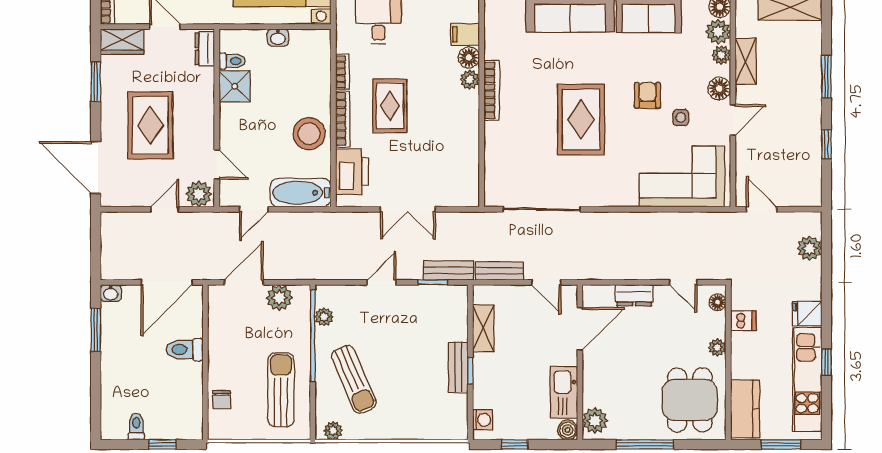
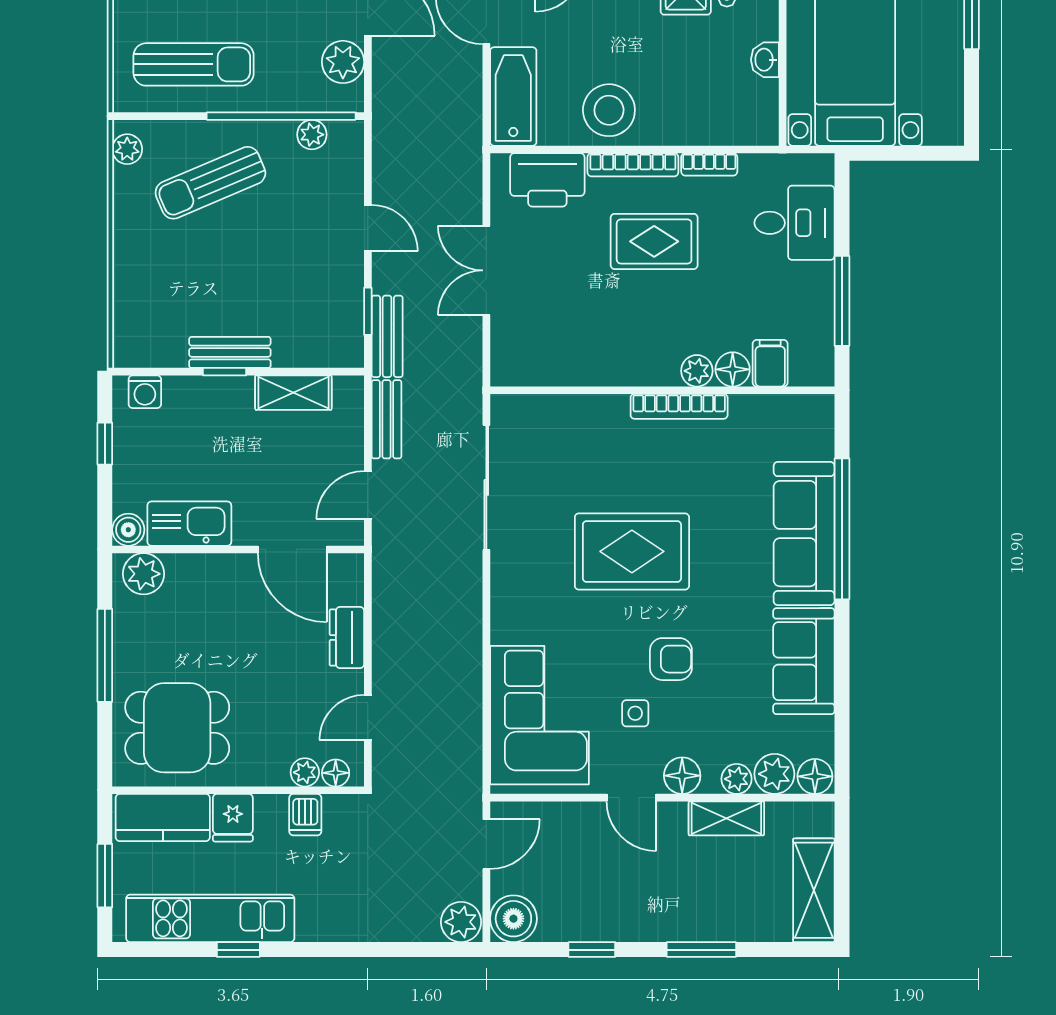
boiler: (807, 193) -> (513, 919), added
plant: (809, 248) -> (461, 922), moved
fridge: (807, 314) -> (233, 818), moved, turned 180
plant: (717, 347) -> (305, 772), moved

